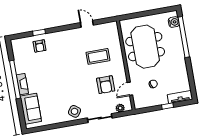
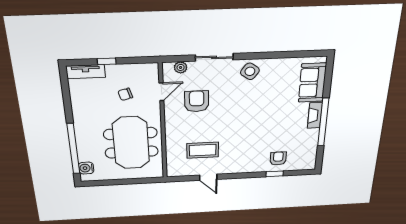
coffee table: (98, 56) -> (203, 150), moved

